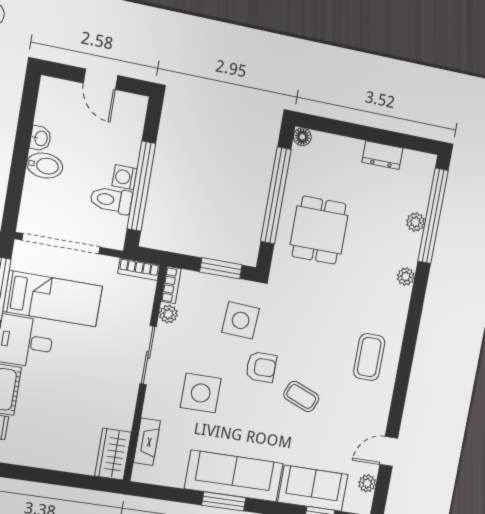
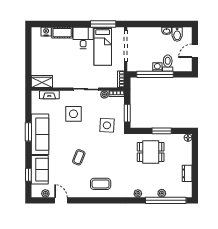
bidet: (45, 166) -> (177, 34), moved
window: (276, 196) -> (162, 131), width x0.47
toilet: (111, 200) -> (168, 63), moved
armchair: (261, 367) -> (89, 138), removed

